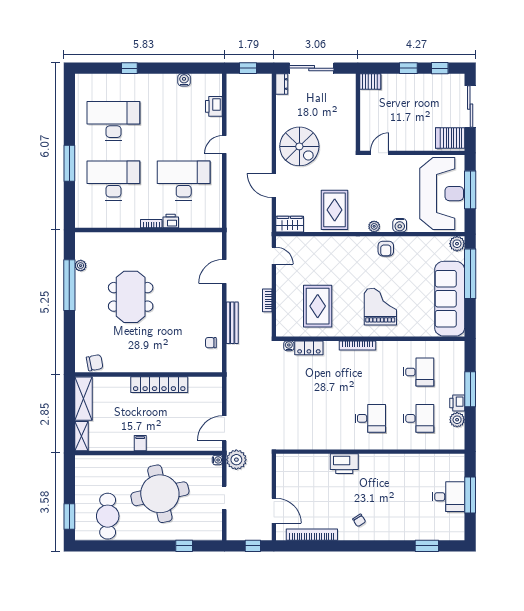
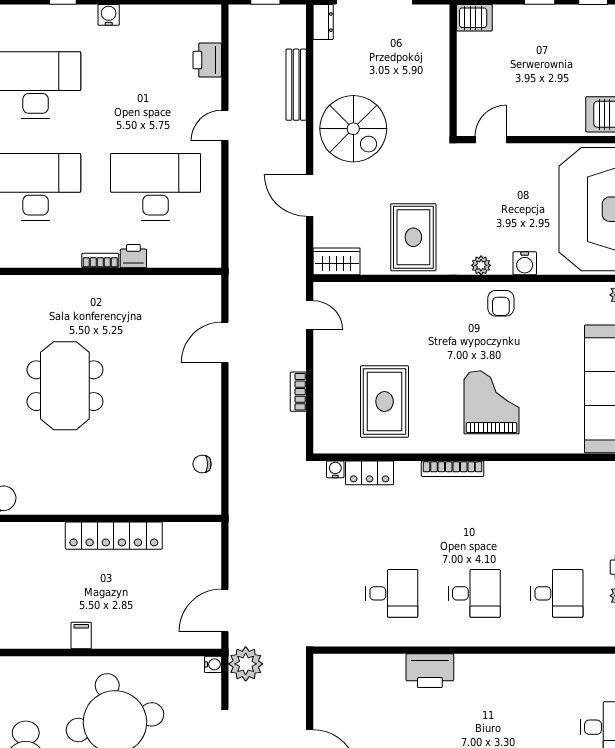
water cooler: (184, 80) -> (109, 15), moved
bench: (232, 323) -> (296, 85), moved
desk: (419, 372) -> (392, 593), moved

